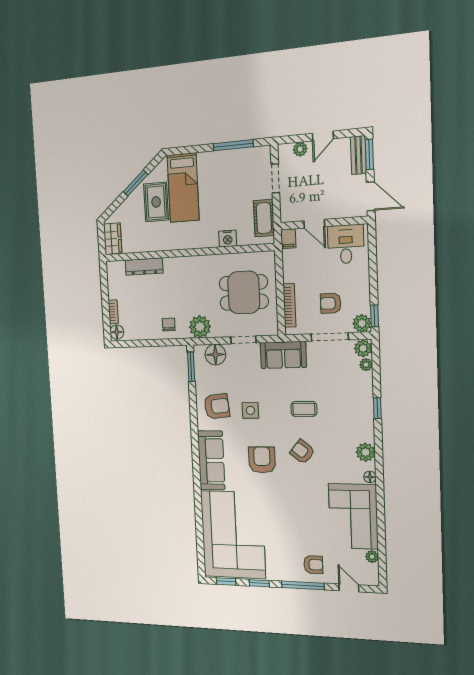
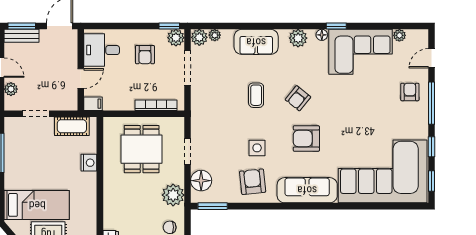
armchair: (331, 303) -> (145, 55), moved
sofa: (283, 355) -> (256, 42), moved, turned 90
window: (377, 408) -> (336, 26), moved

